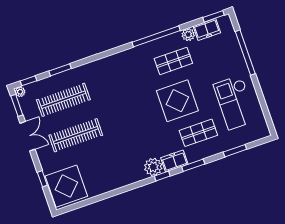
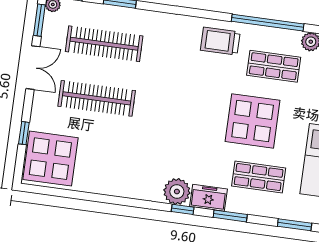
trolley: (133, 62) -> (220, 41), added

